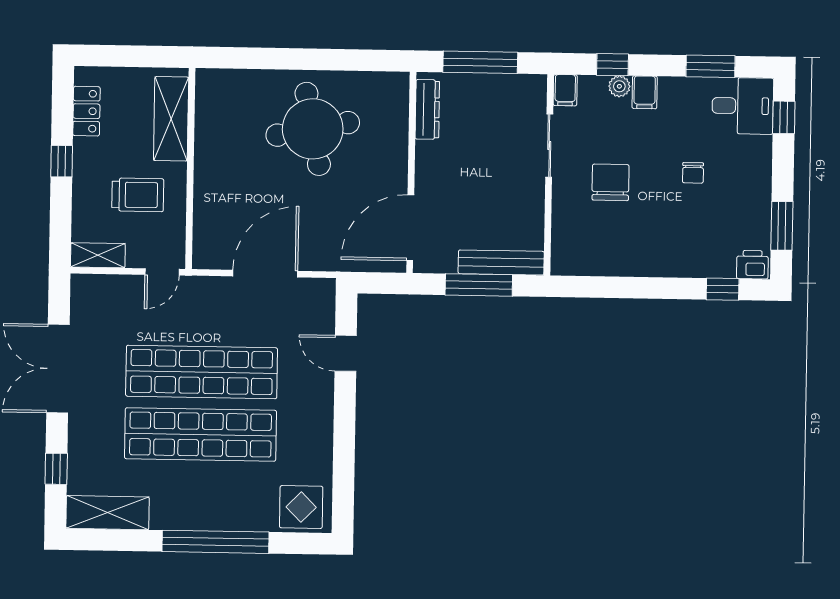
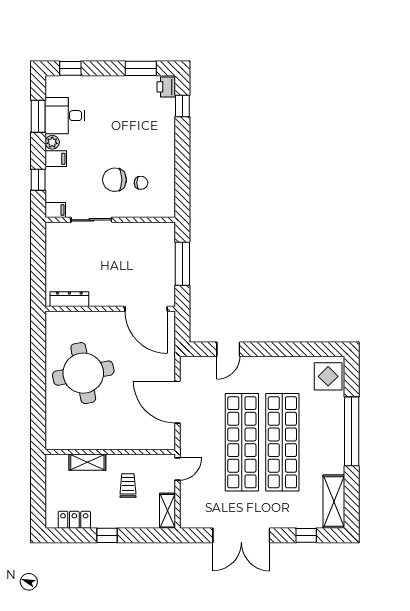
window: (480, 62) -> (38, 265), removed
plant: (619, 86) -> (52, 142), moved
desk: (743, 106) -> (65, 116), moved, turned -90
shelving: (171, 119) -> (87, 462), width x0.67, depth x0.75
chair: (693, 173) -> (141, 183), moved
trolley: (138, 195) -> (128, 486), width x0.73, depth x0.72
bench: (501, 263) -> (168, 250), removed
door: (162, 272) -> (177, 469), hinge flipped

